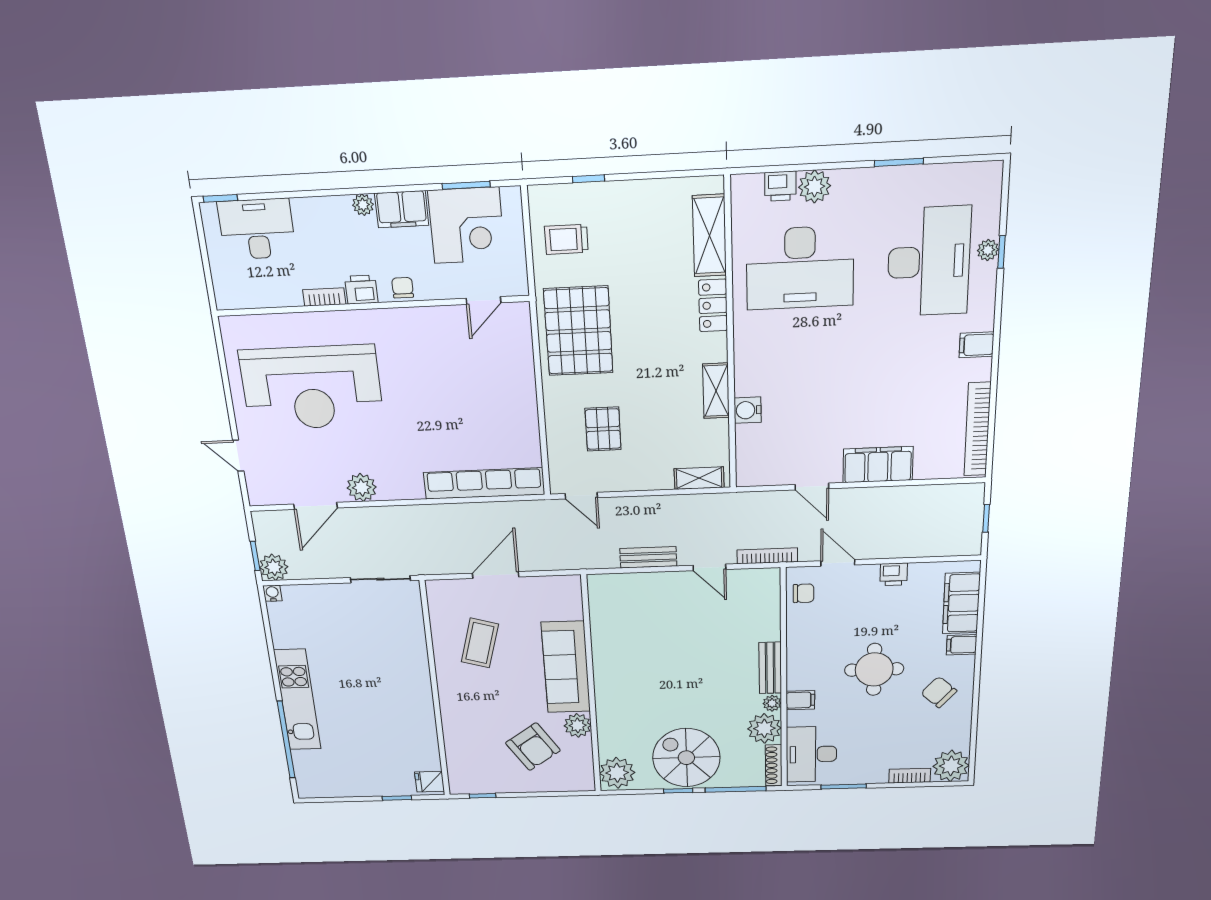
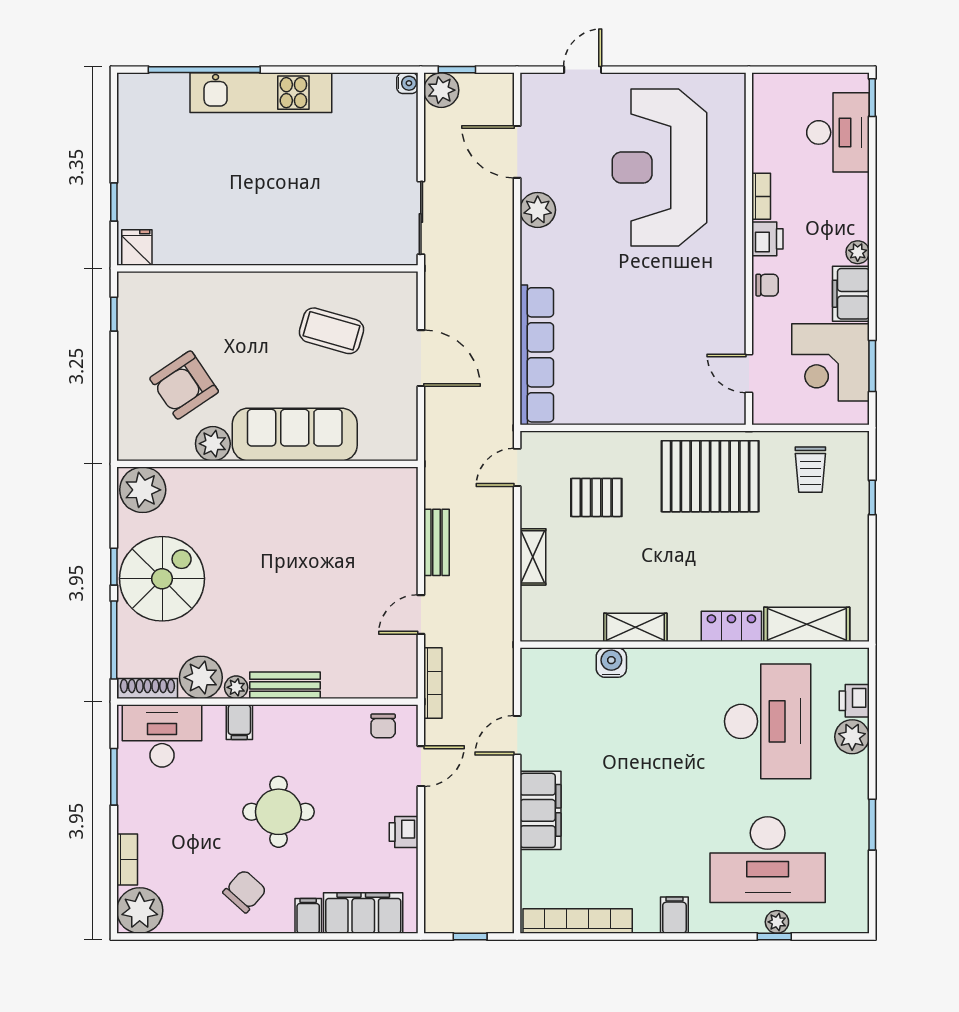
trolley: (566, 239) -> (810, 470), turned 180
desk: (800, 268) -> (768, 721), turned 180
shelving: (699, 478) -> (533, 557), moved

